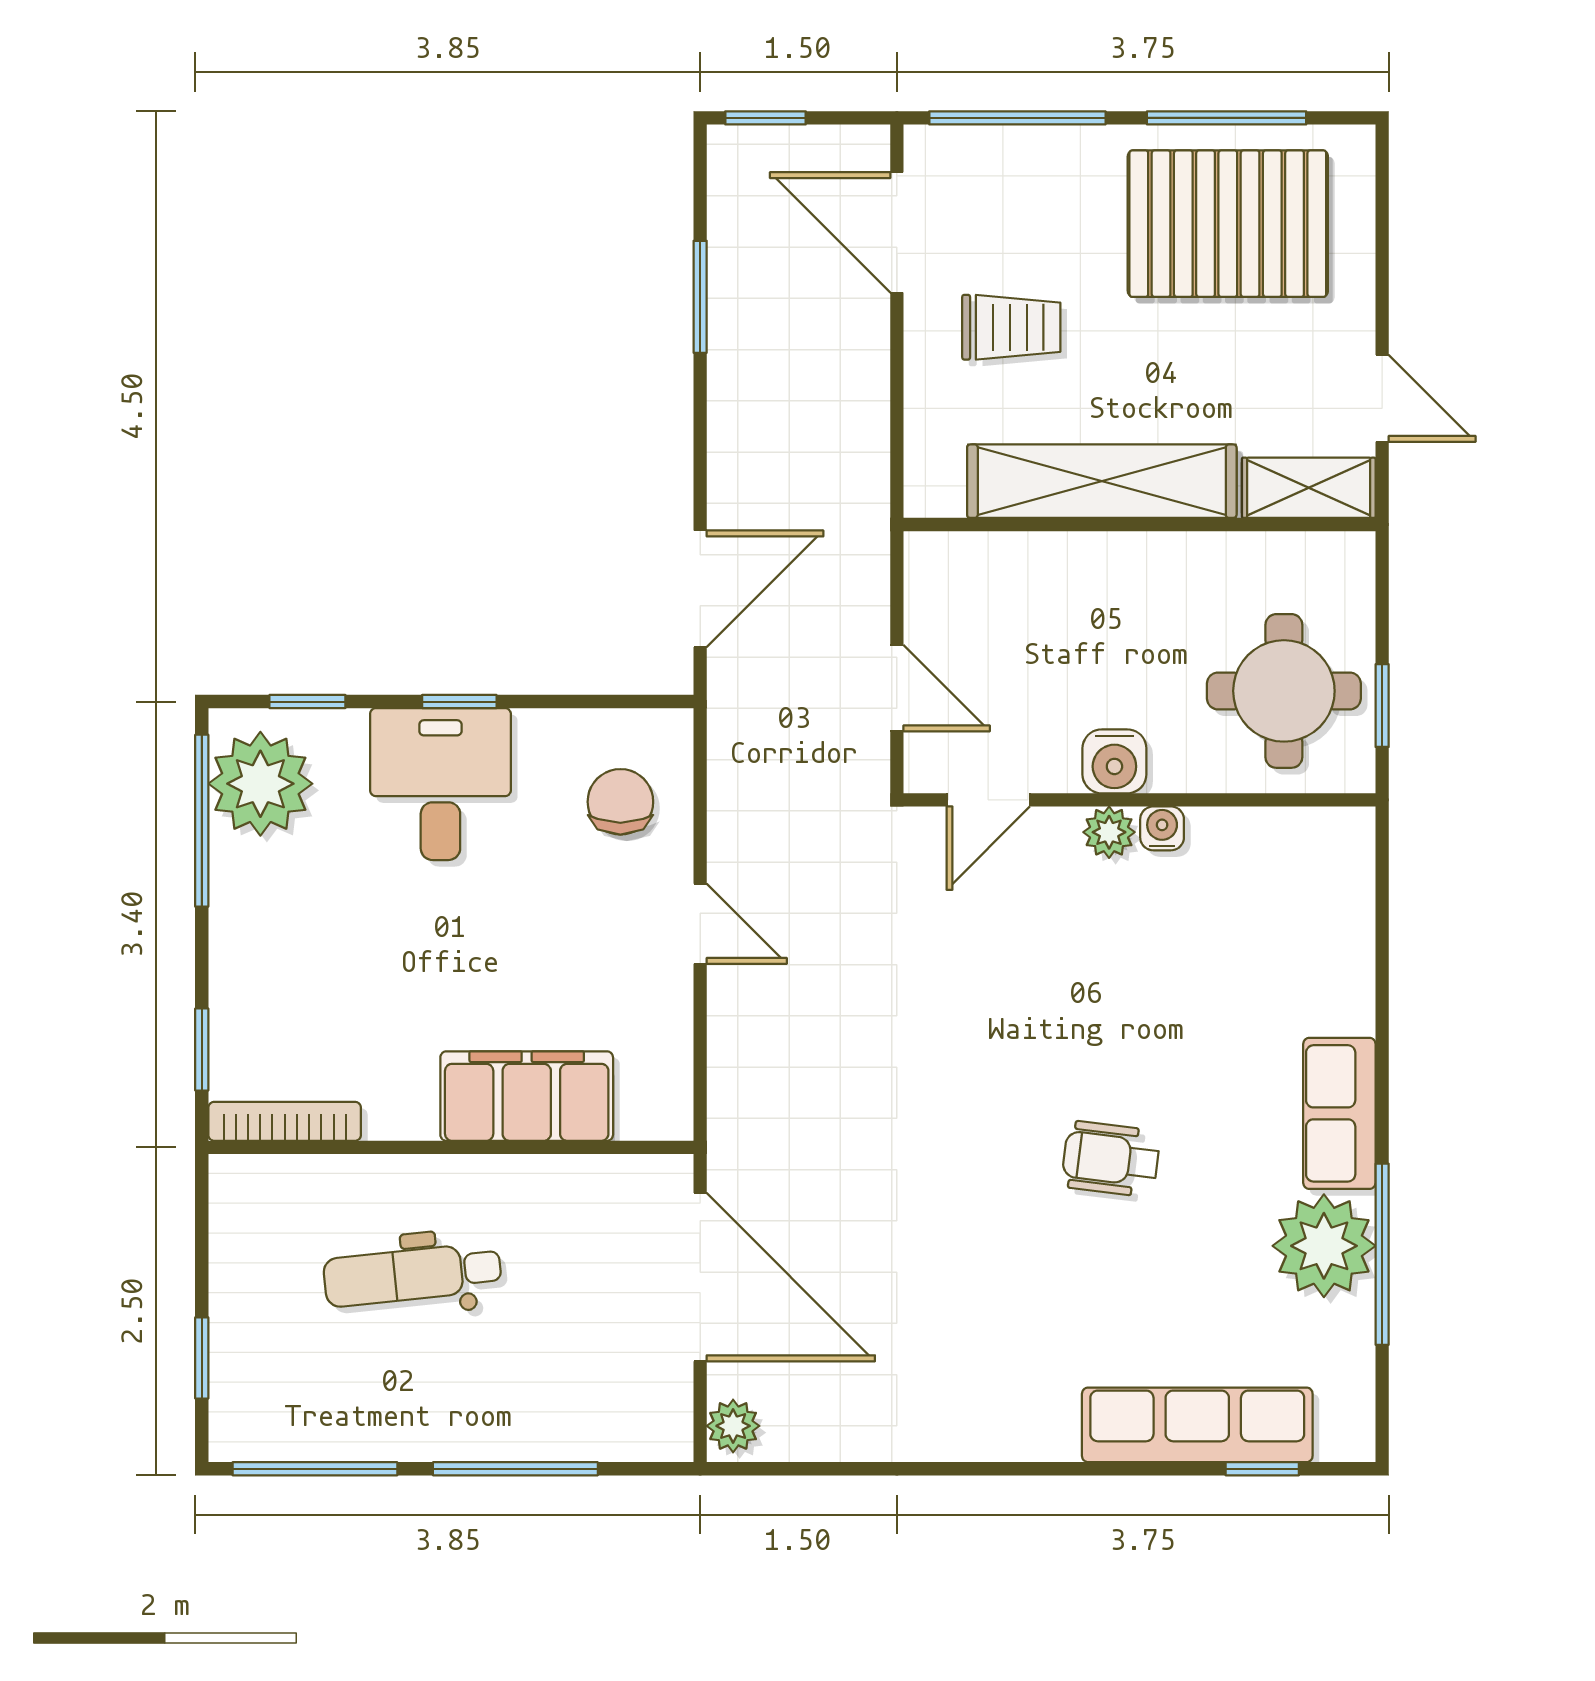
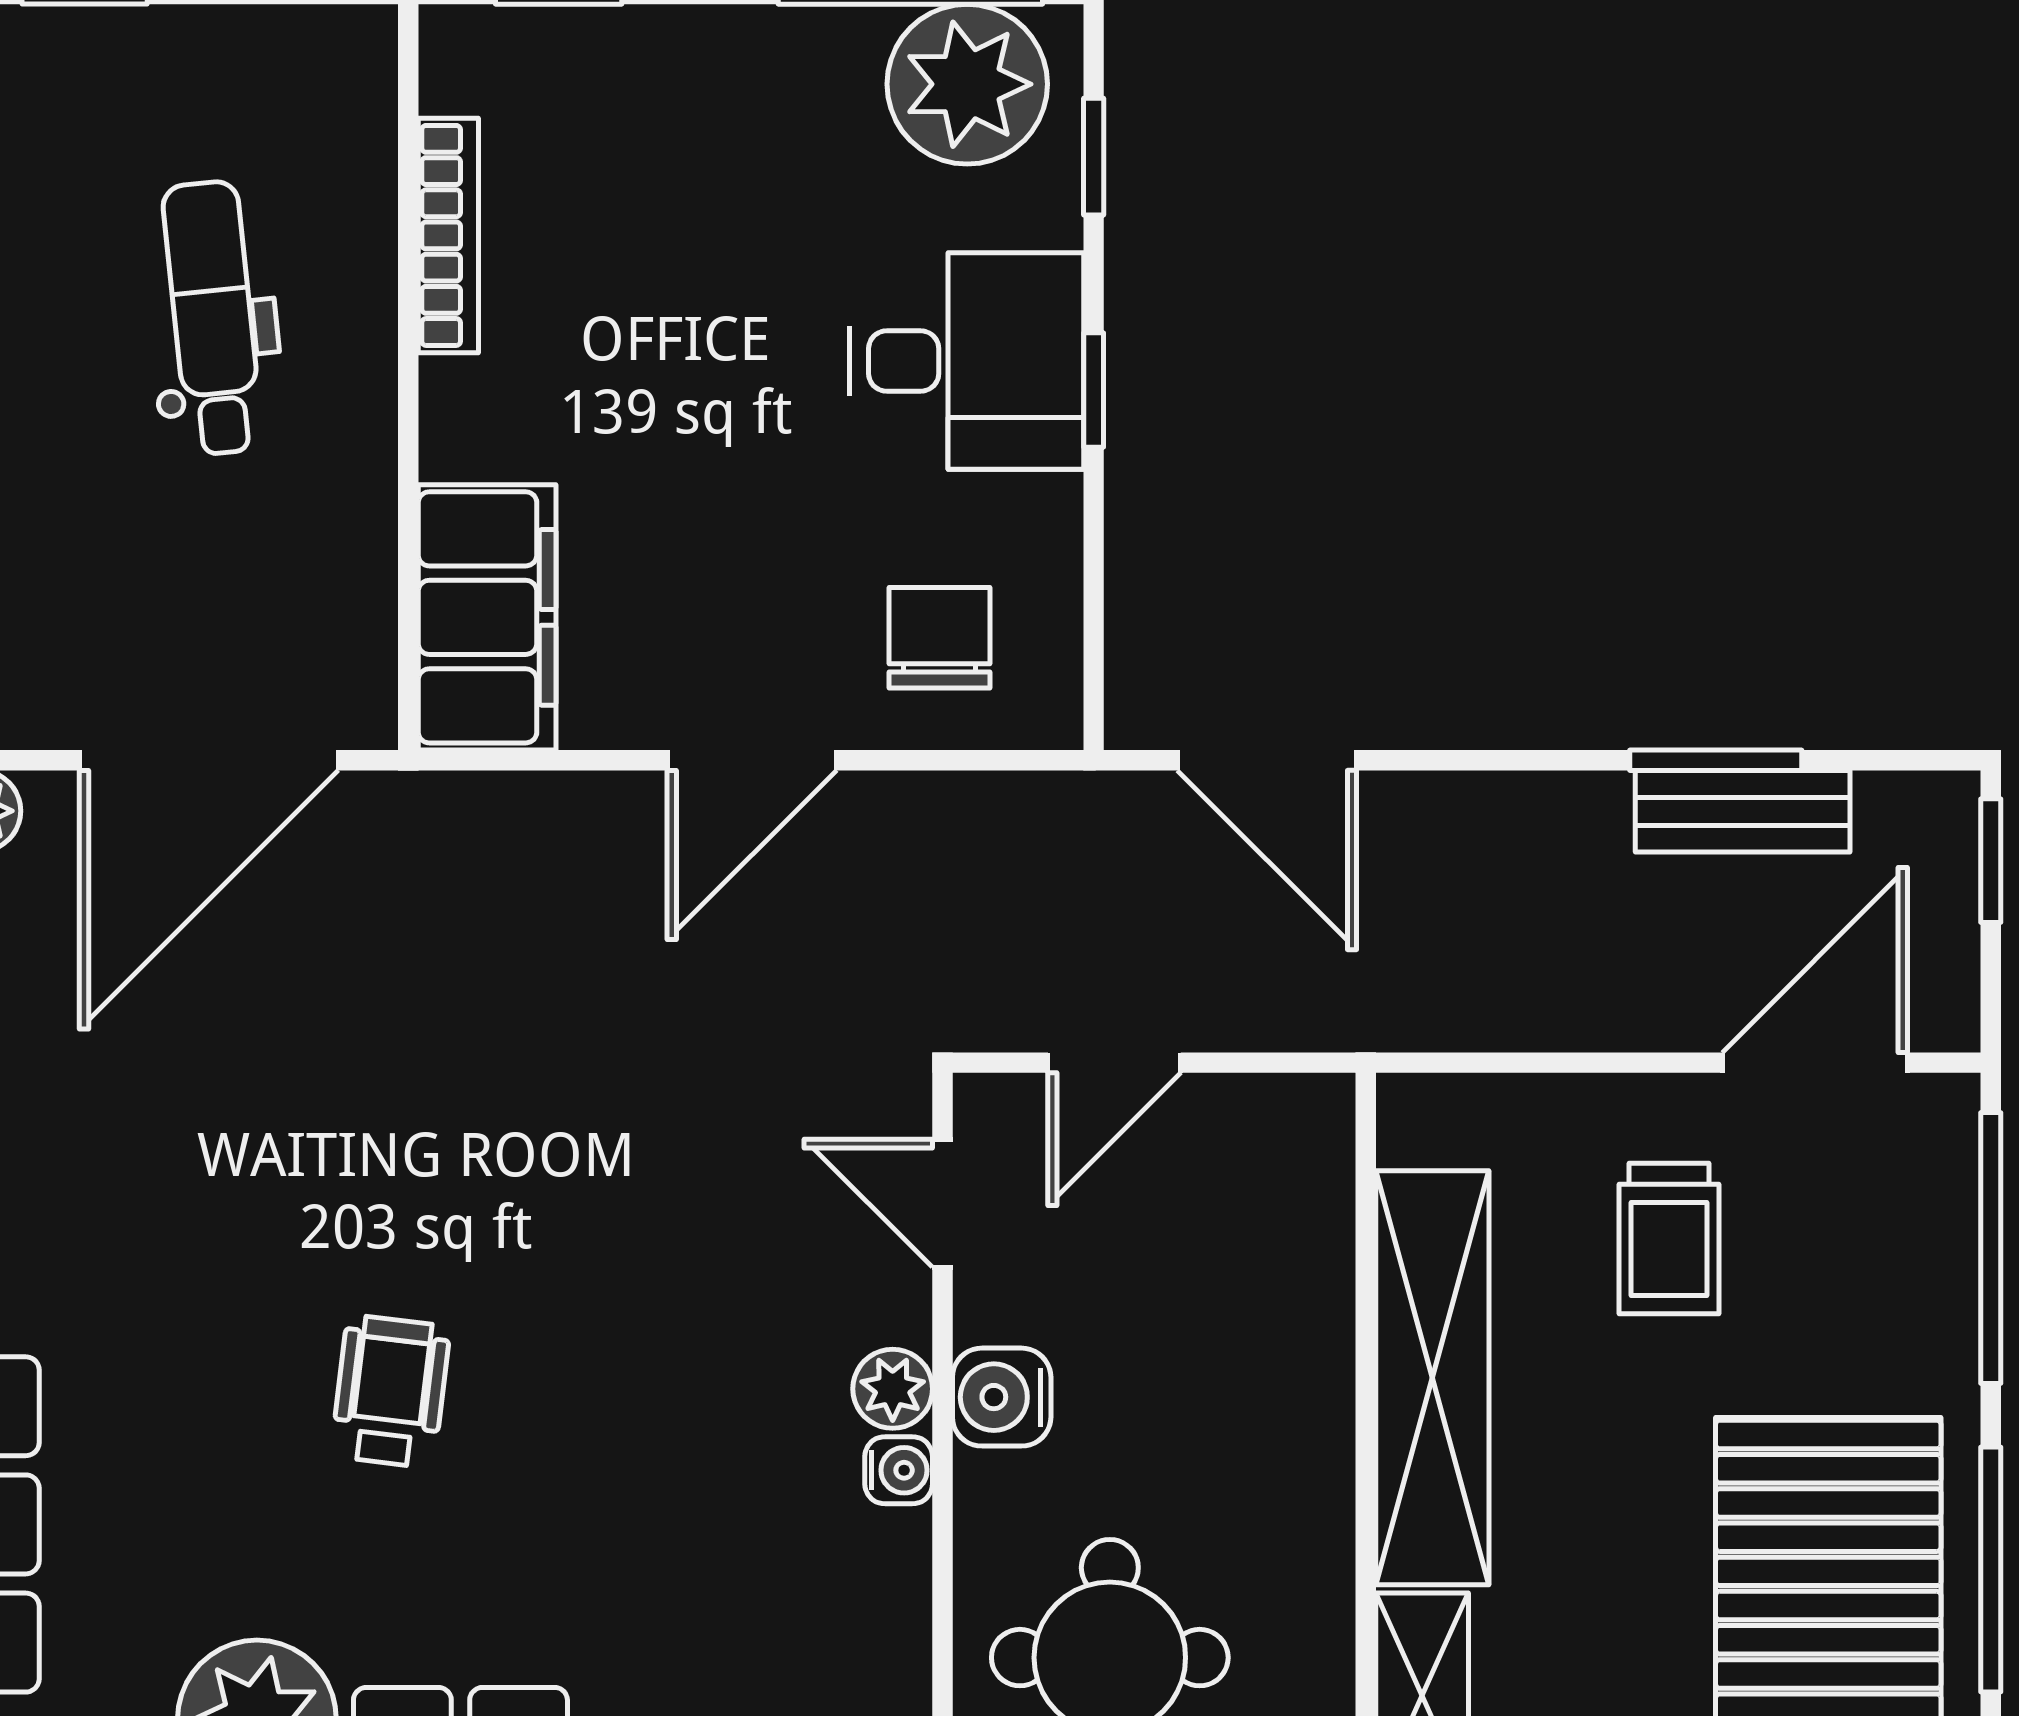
bench: (733, 279) -> (1743, 811), added
chair: (620, 802) -> (939, 638), turned -90
door: (700, 924) -> (752, 760), width x1.38
filing cabinet: (527, 1096) -> (487, 617), moved
bookcase: (285, 1121) -> (448, 235), moved

